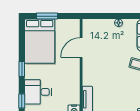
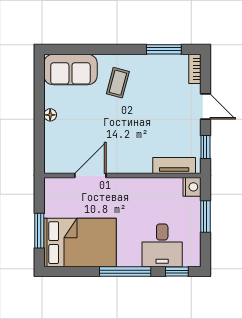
door: (81, 48) -> (90, 175), swing flipped
window: (22, 69) -> (125, 272), width x2.17

